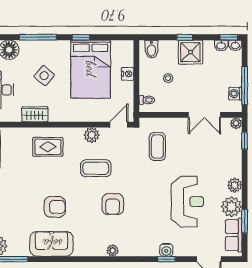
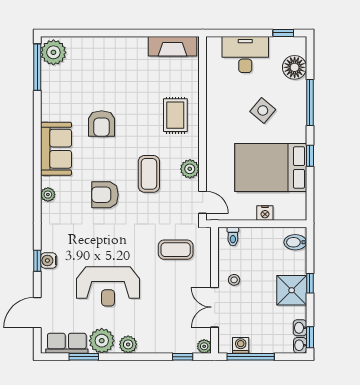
stool: (168, 78) -> (234, 280), moved
wardrobe: (35, 114) -> (215, 99), removed
sofa: (52, 244) -> (56, 149), moved

